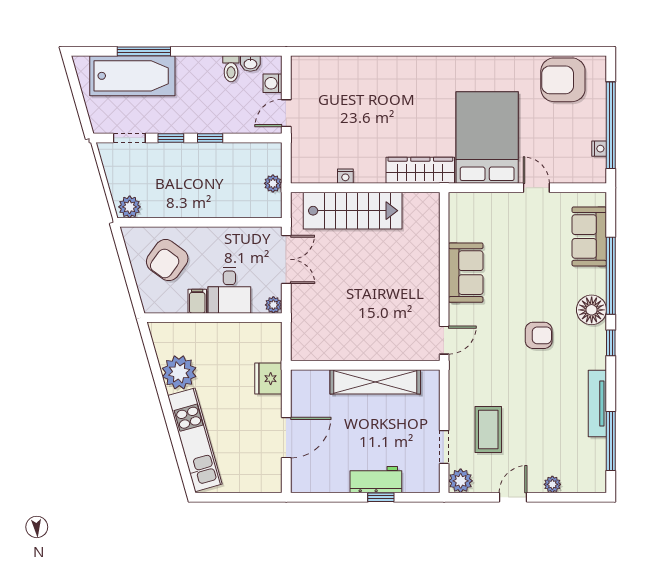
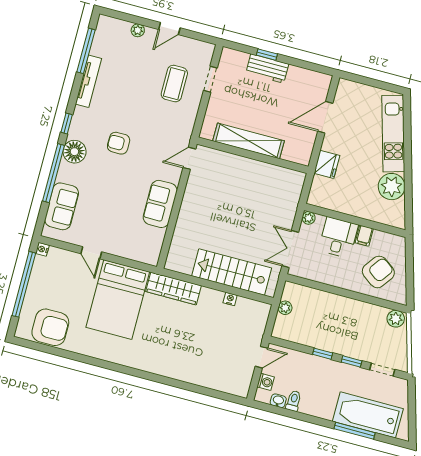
nightstand: (599, 149) -> (42, 249), moved
plant: (461, 481) -> (205, 51), removed

